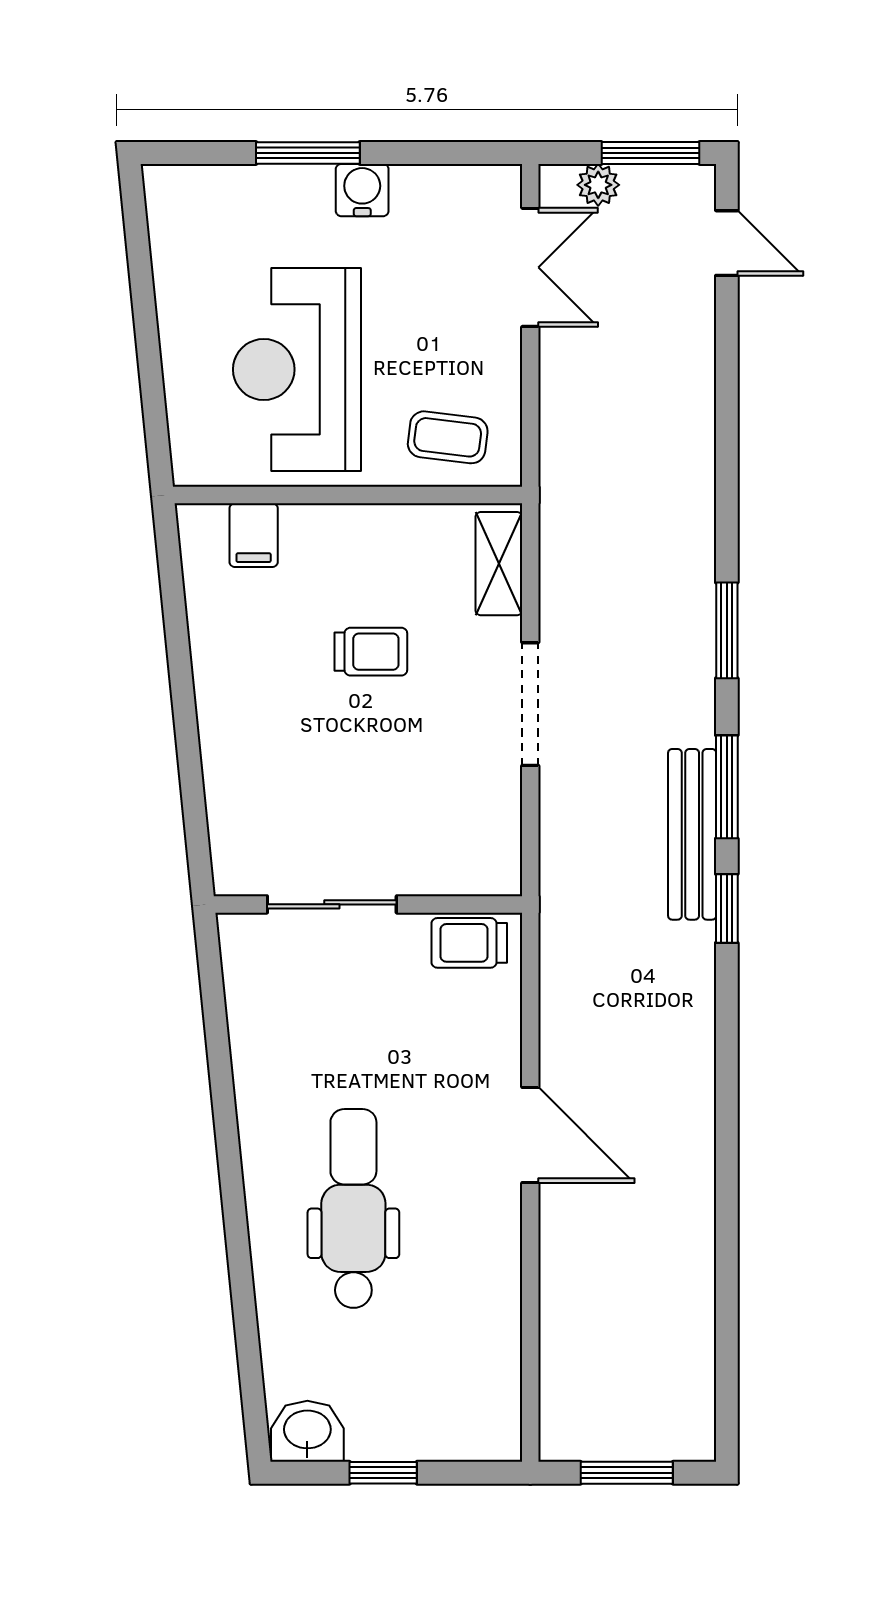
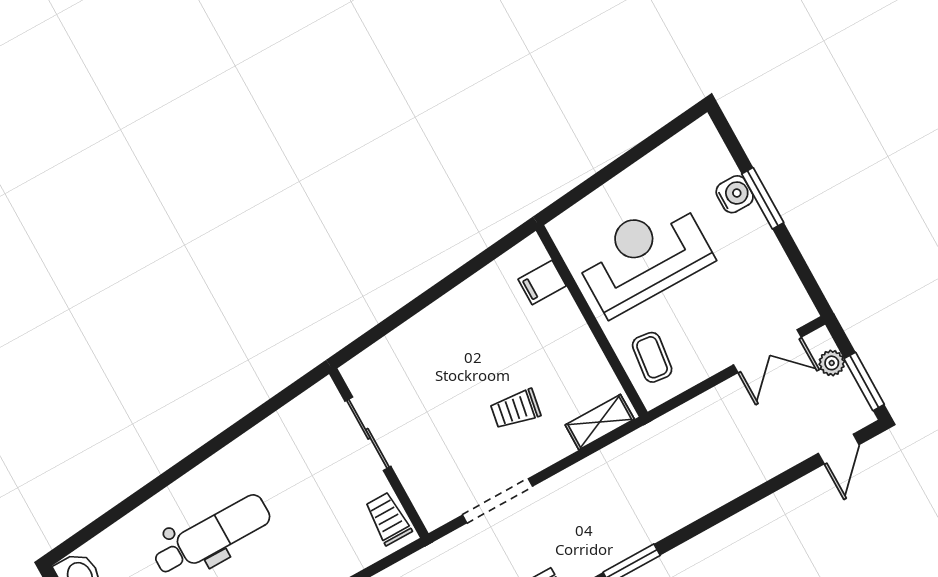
water cooler: (362, 190) -> (735, 194), moved
trolley: (371, 652) -> (515, 409), moved, turned 100
doorway: (530, 704) -> (498, 501), moved

